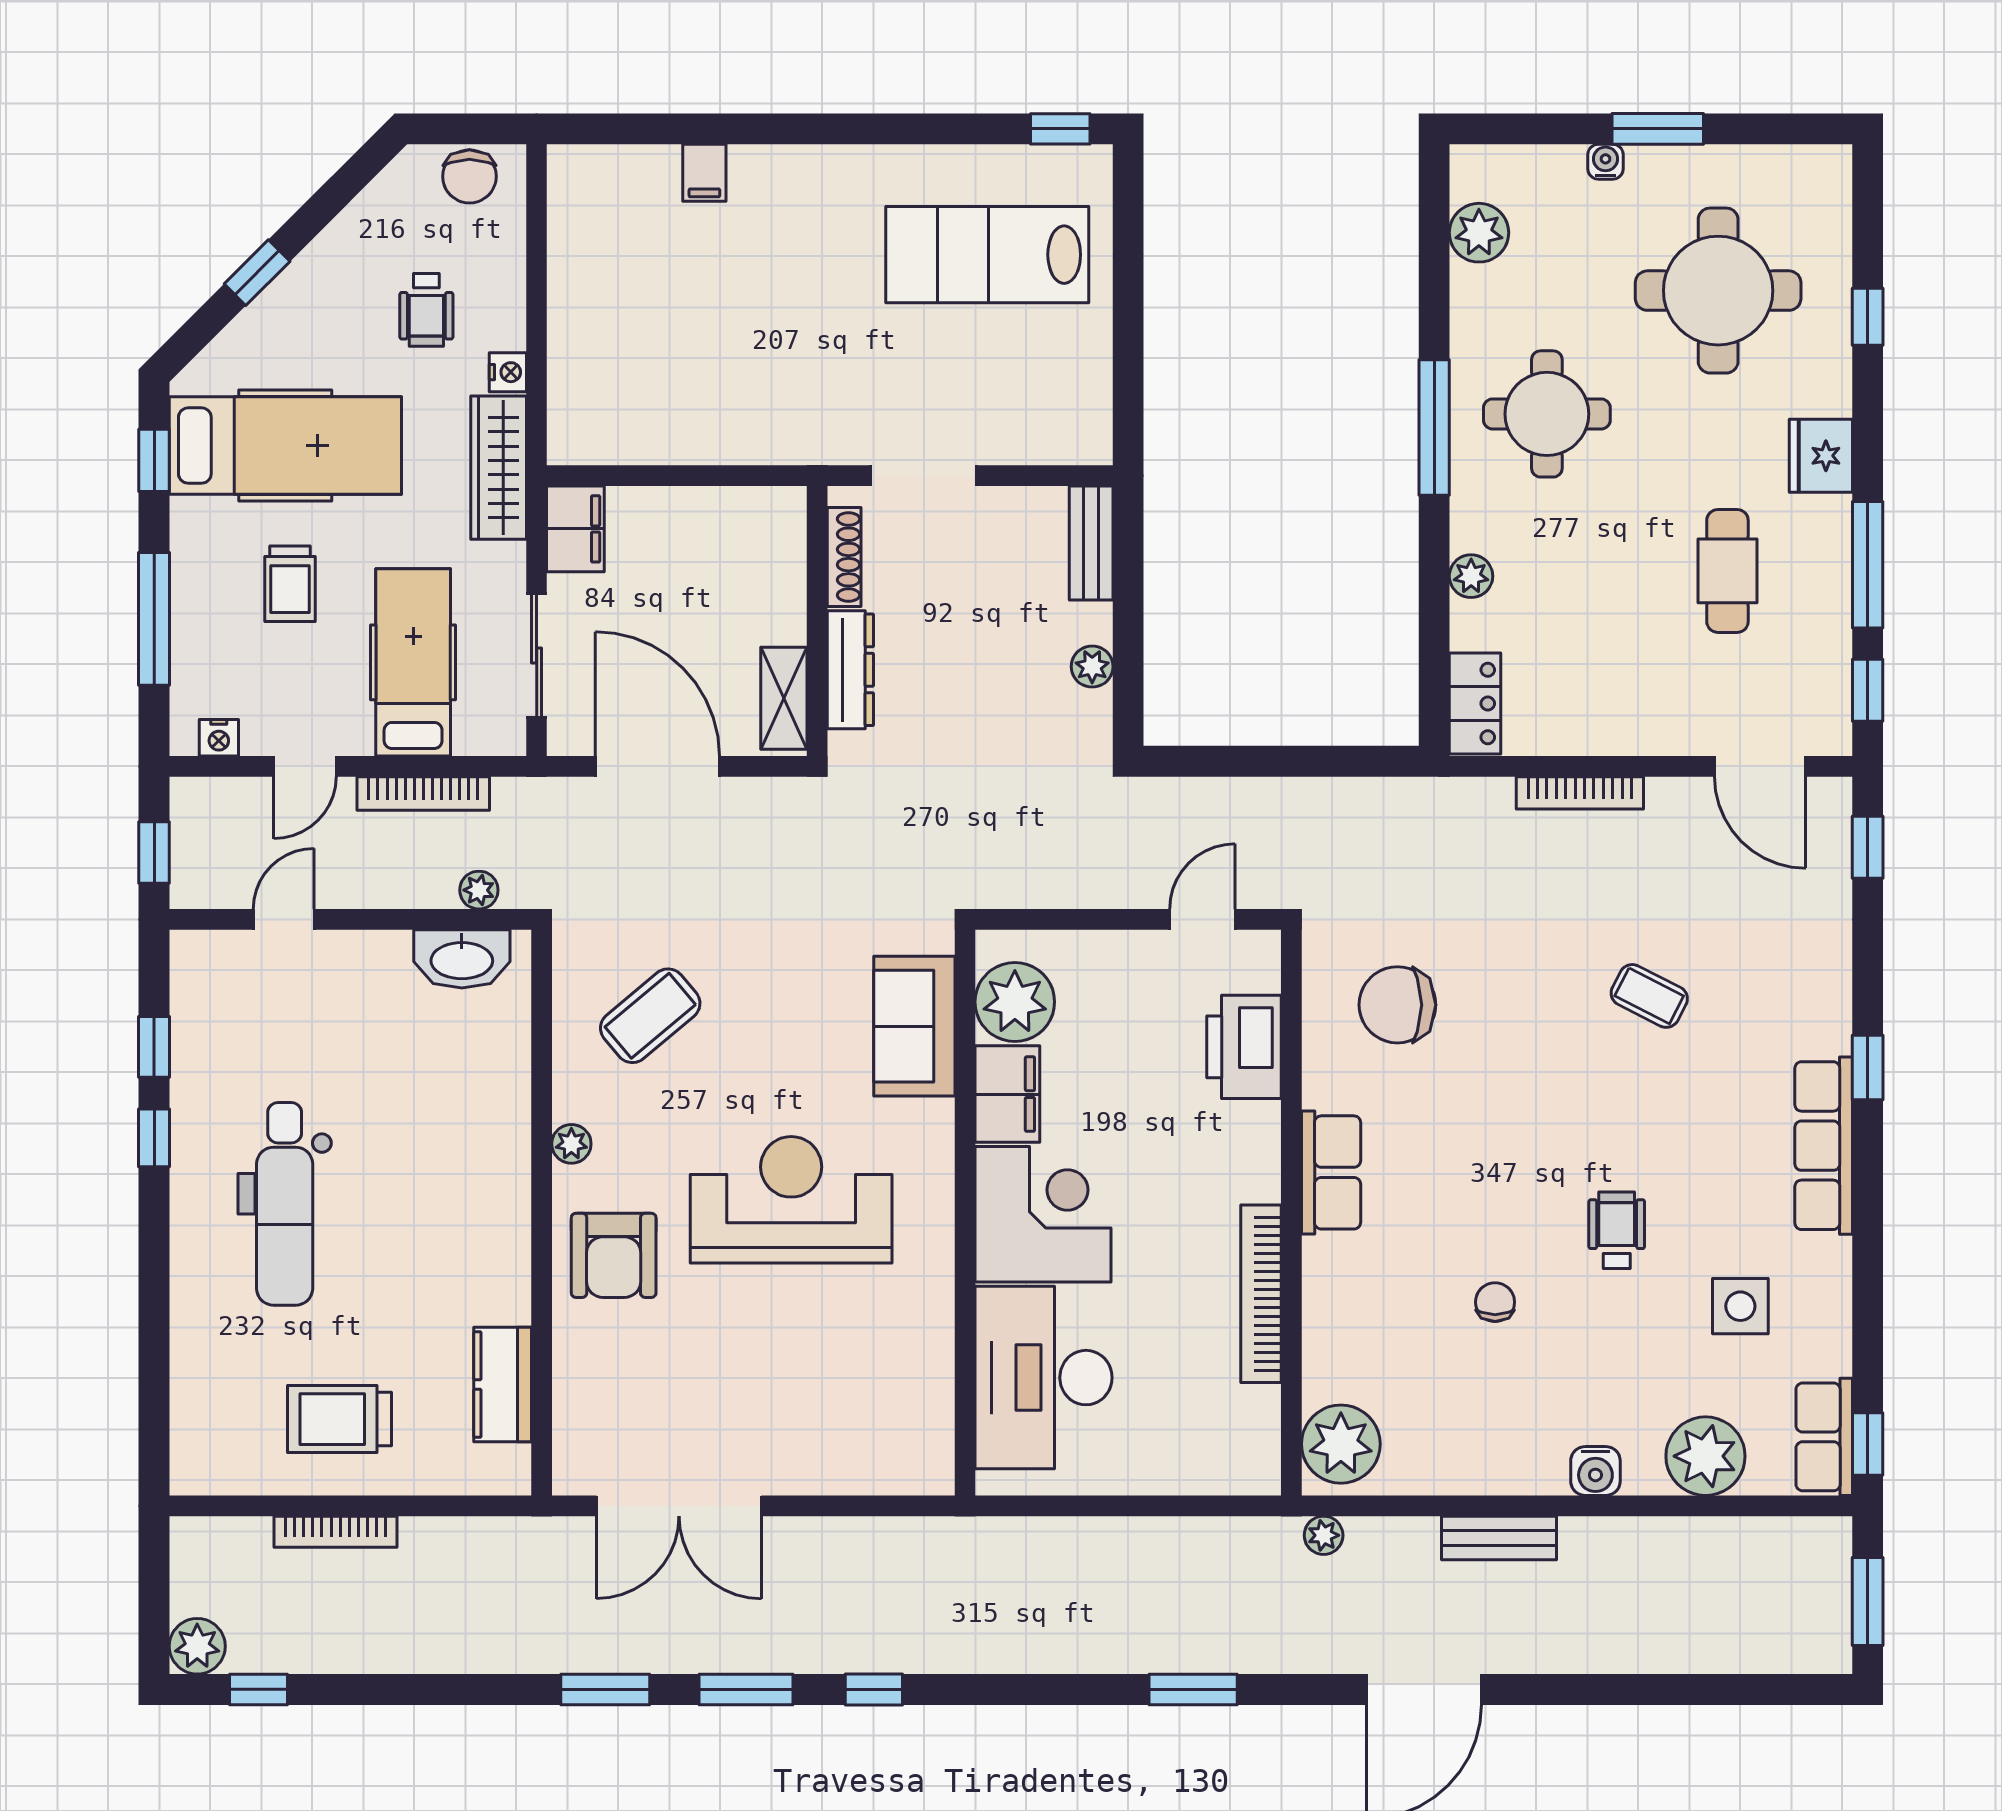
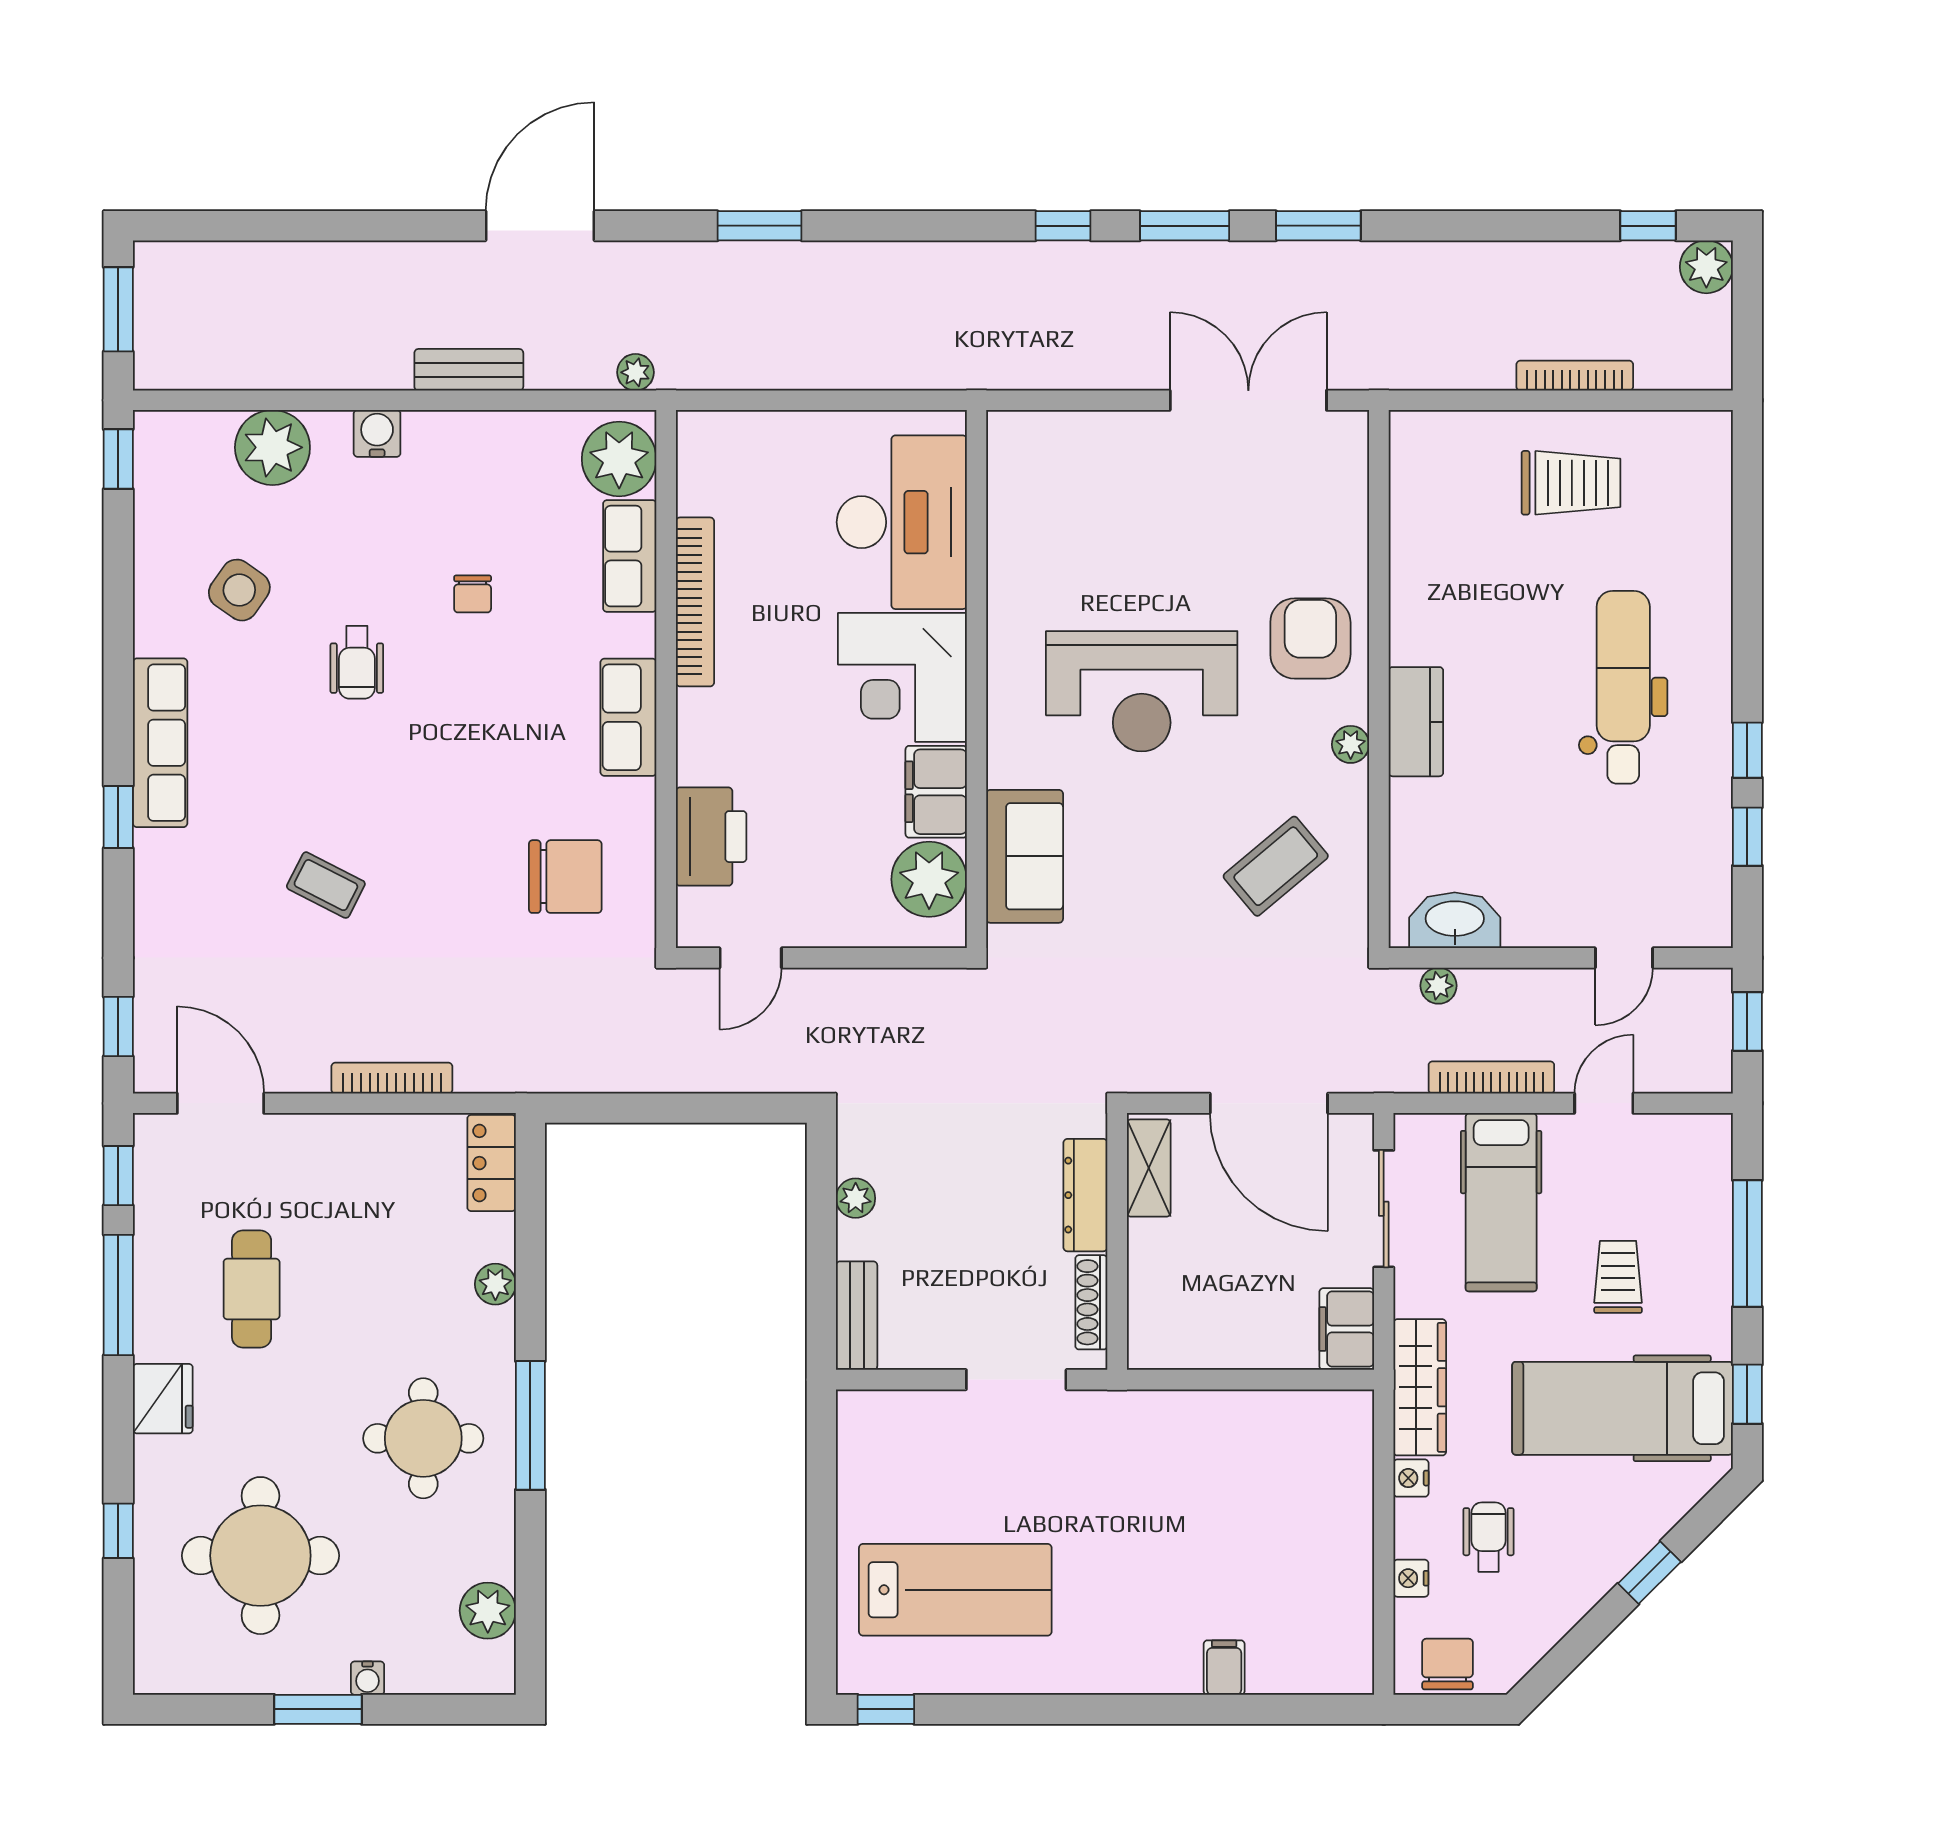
nightstand: (219, 738) -> (1411, 1578), moved, turned -90
side table: (1740, 1306) -> (239, 590), turned 35
kitchen counter: (503, 1385) -> (1416, 722), moved
row of seats: (1824, 1437) -> (630, 556), moved, turned 180

